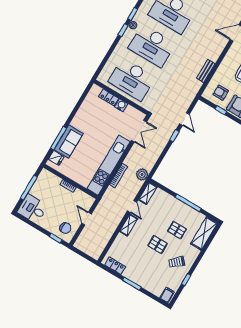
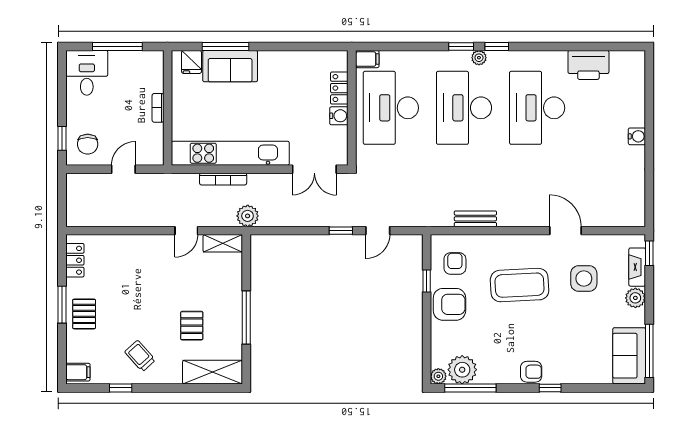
filing cabinet: (103, 77) -> (367, 59), added
shelving: (129, 225) -> (153, 243), removed
pallet: (158, 245) -> (84, 314), moved

